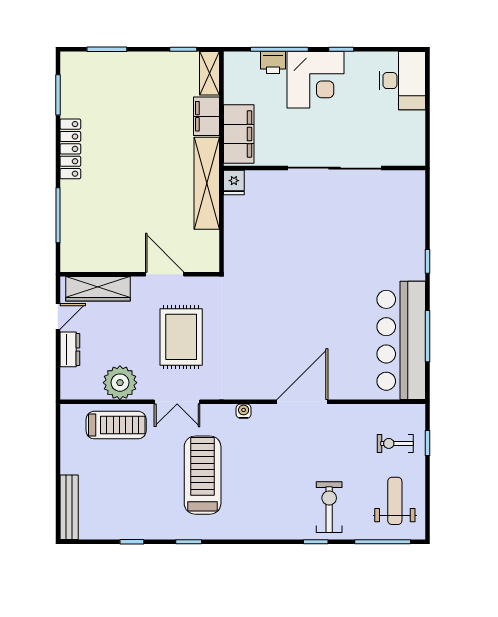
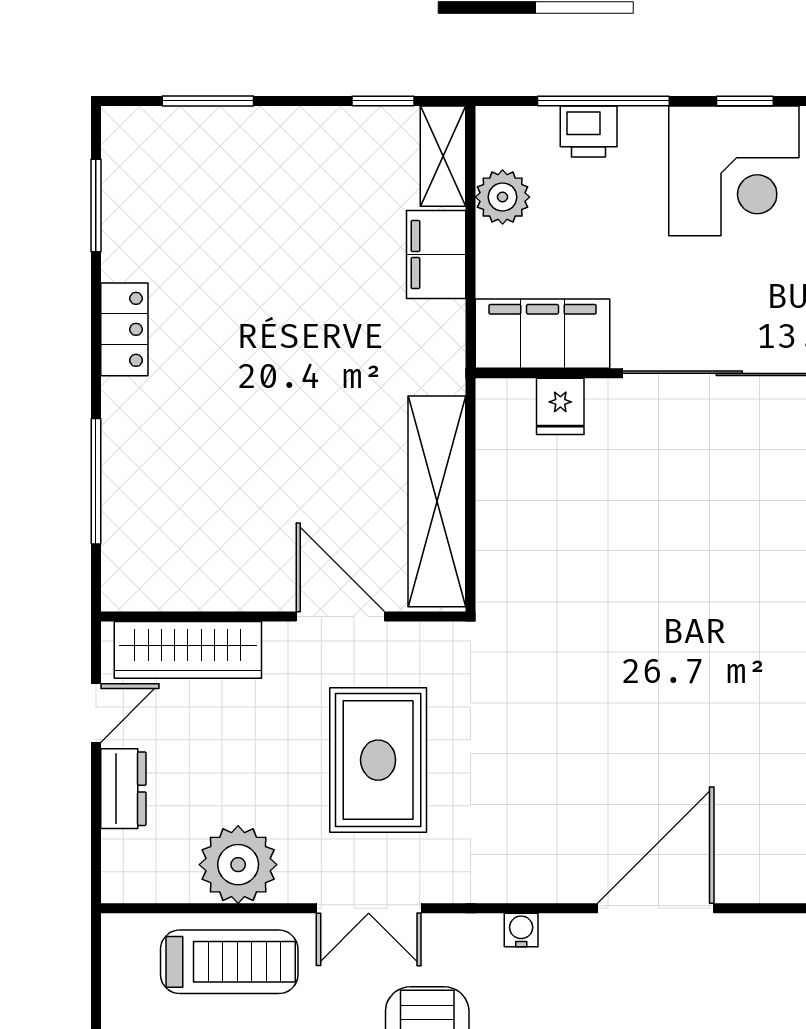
corner desk: (315, 80) -> (734, 171), moved
plant: (235, 91) -> (503, 197), added
filing cabinet: (239, 134) -> (543, 334), moved, turned -90
locker: (70, 149) -> (124, 329), width x0.66
shelving: (207, 183) -> (437, 501), moved
fridge: (234, 183) -> (560, 406), moved

